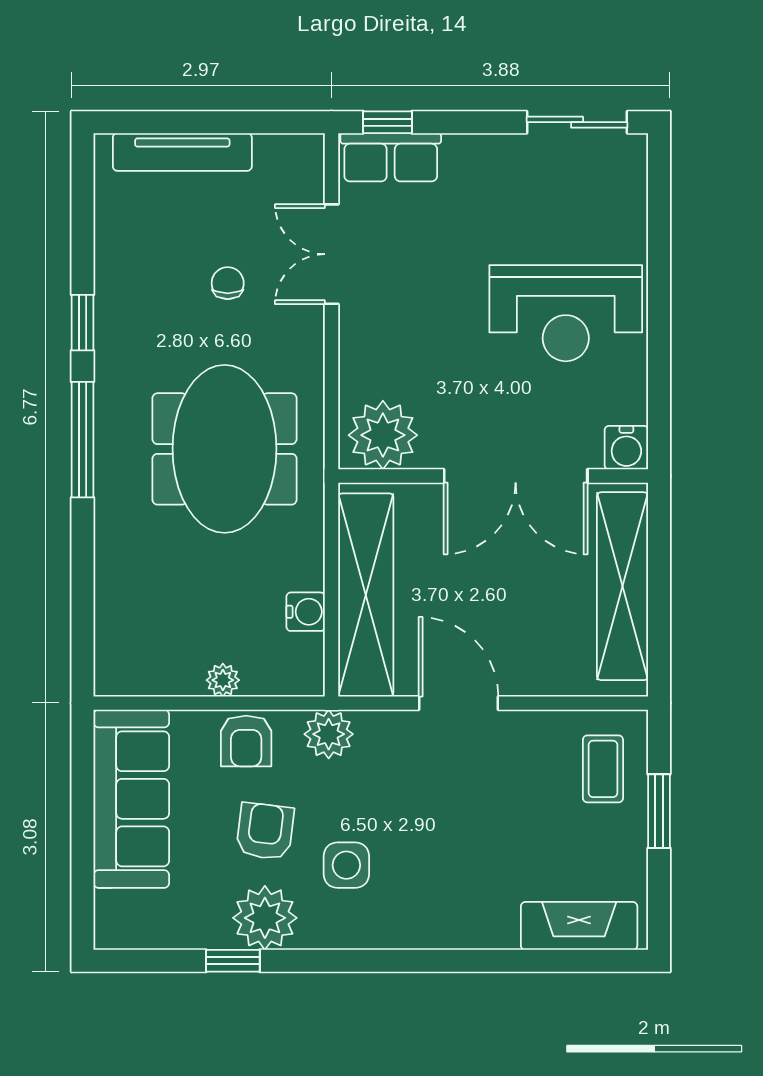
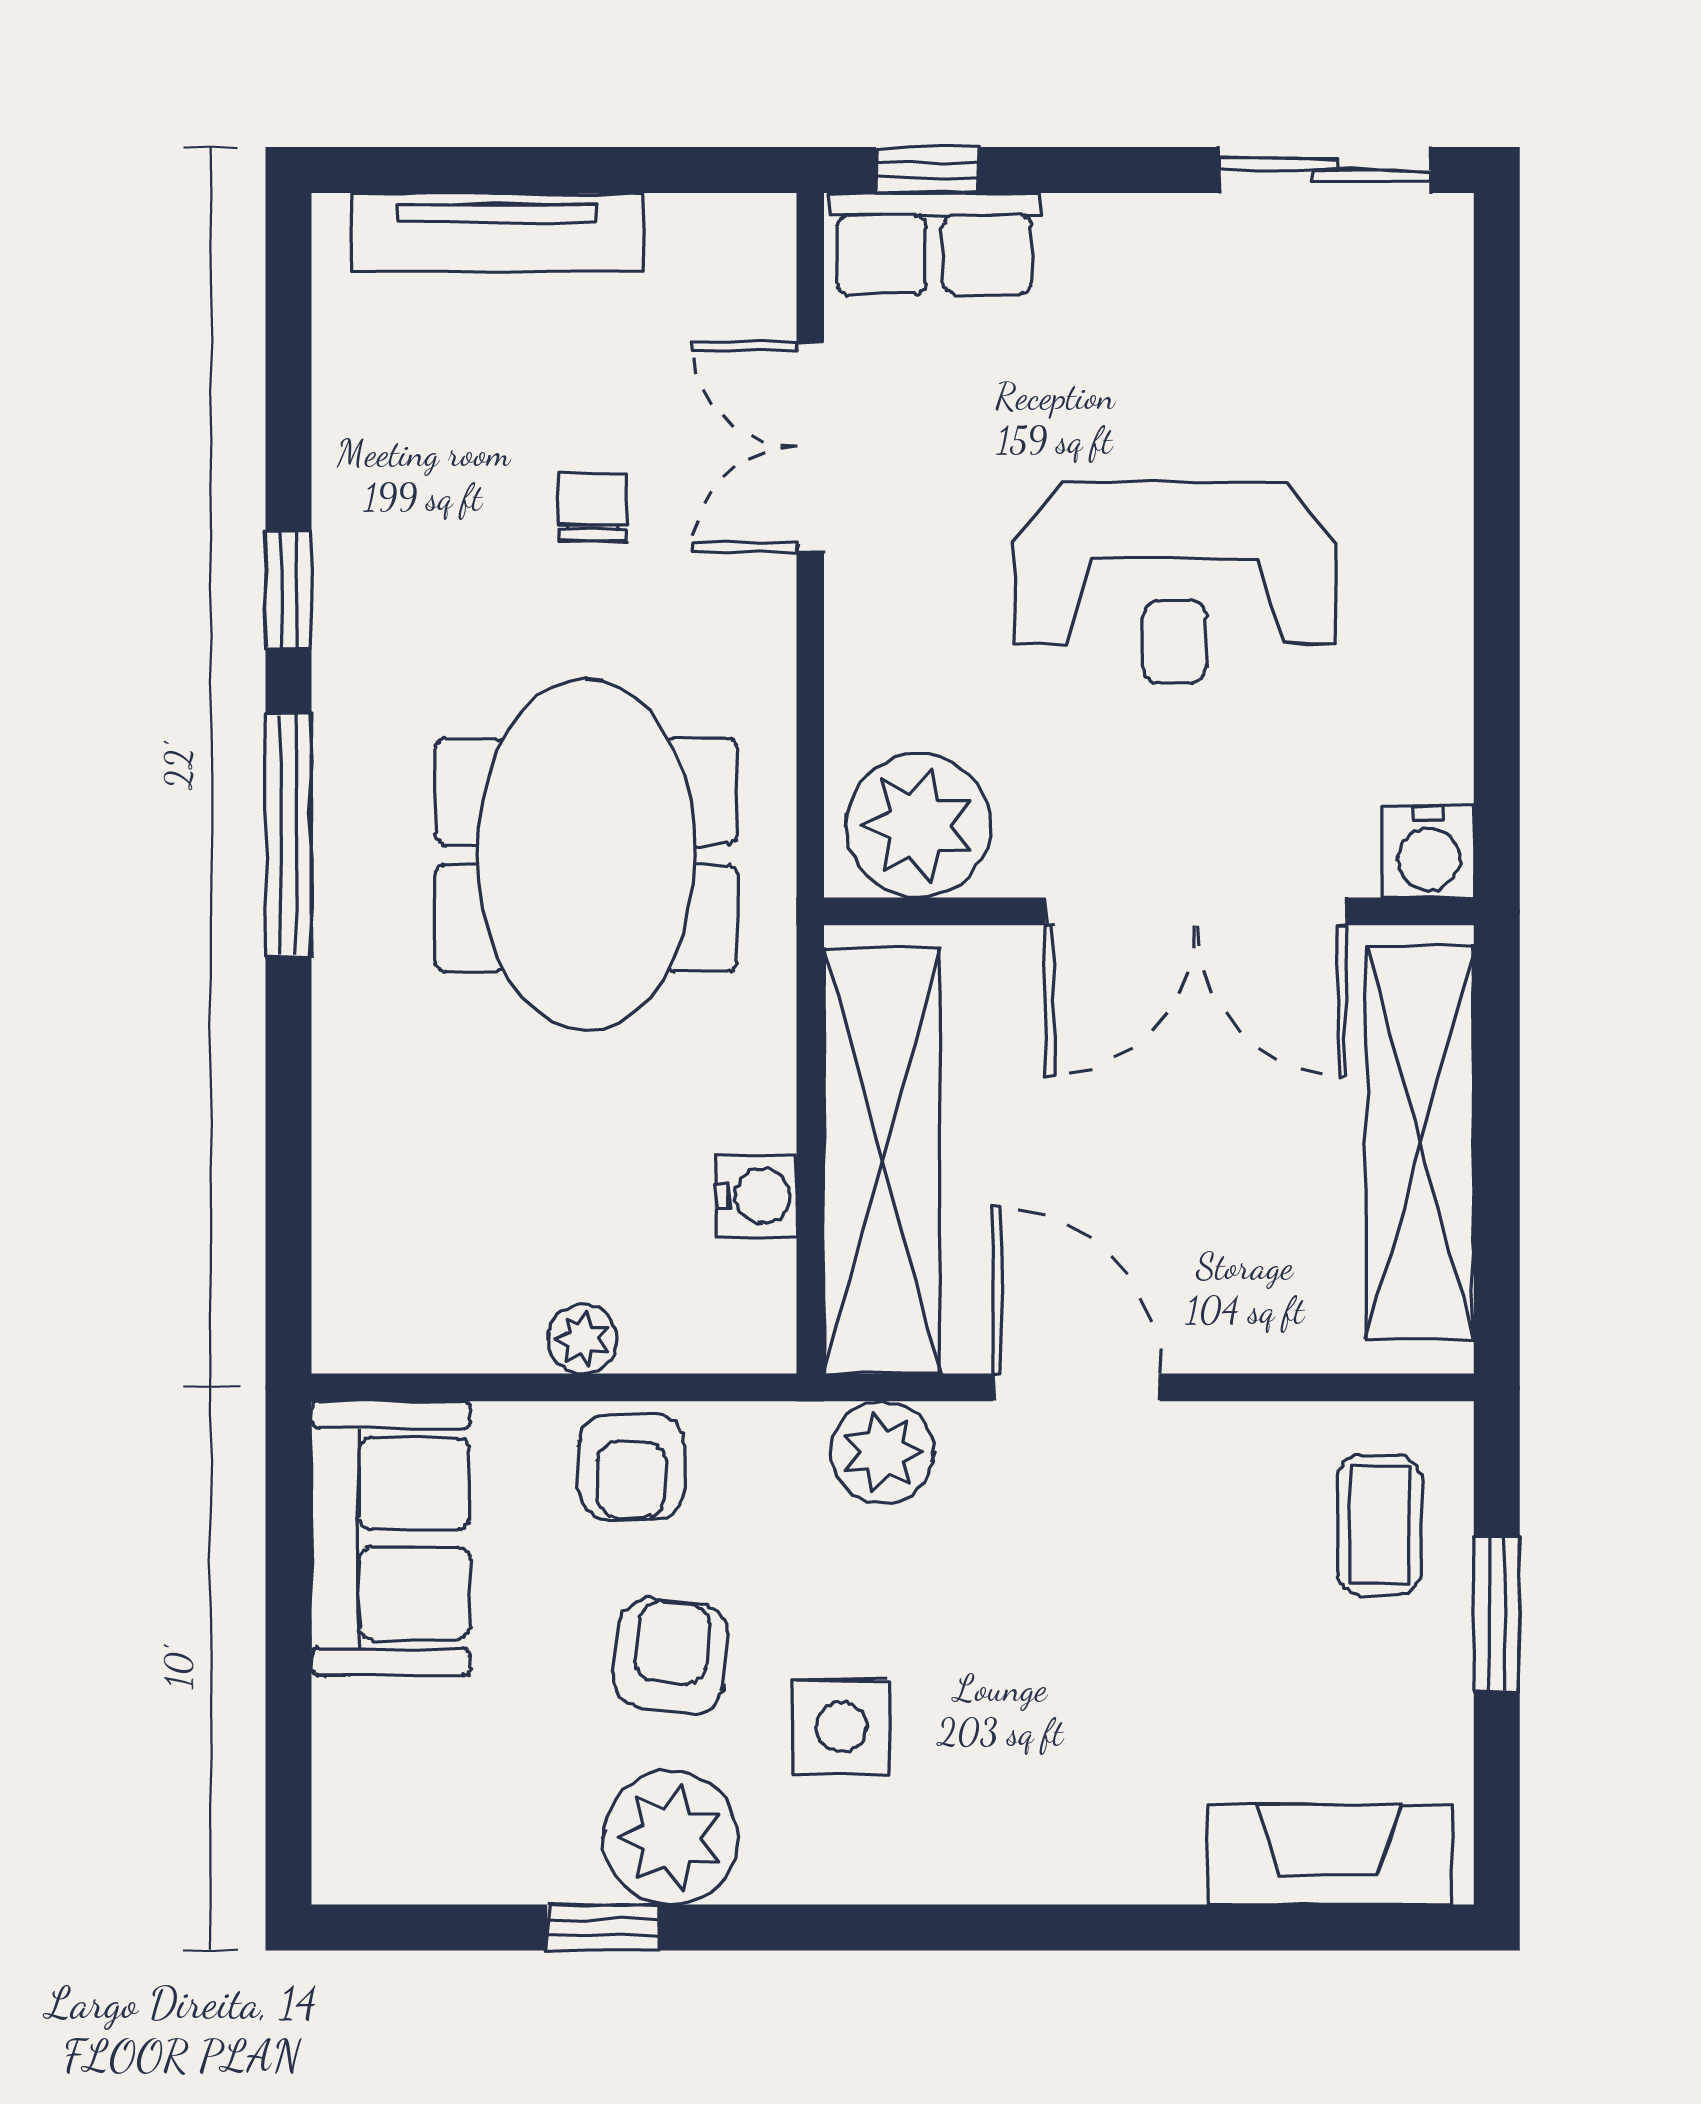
reception desk: (566, 313) -> (1175, 583), moved
plant: (329, 734) -> (883, 1452), moved
sofa: (131, 799) -> (391, 1539), width x0.73

